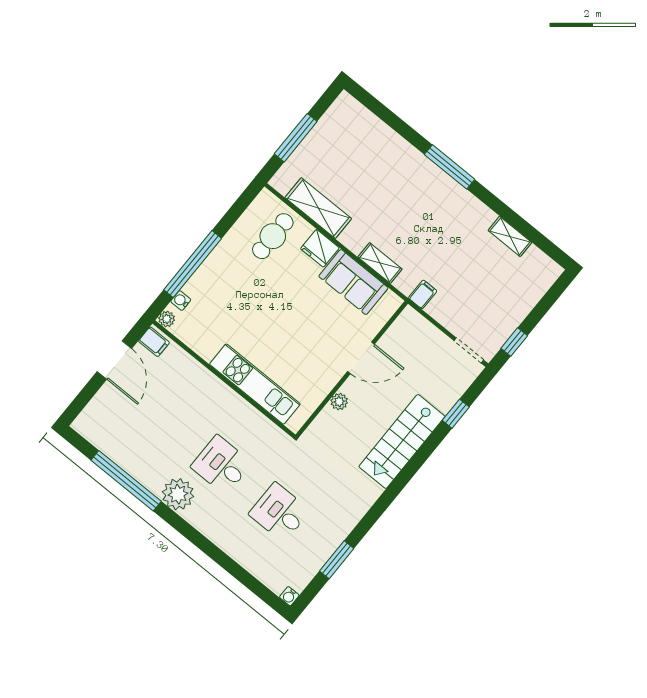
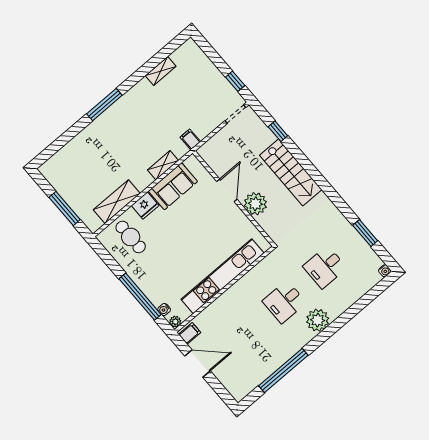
kitchen unit: (255, 384) -> (223, 276), width x1.36
plant: (339, 402) -> (255, 204), width x1.88, depth x1.88
plant: (178, 494) -> (318, 320), moved

